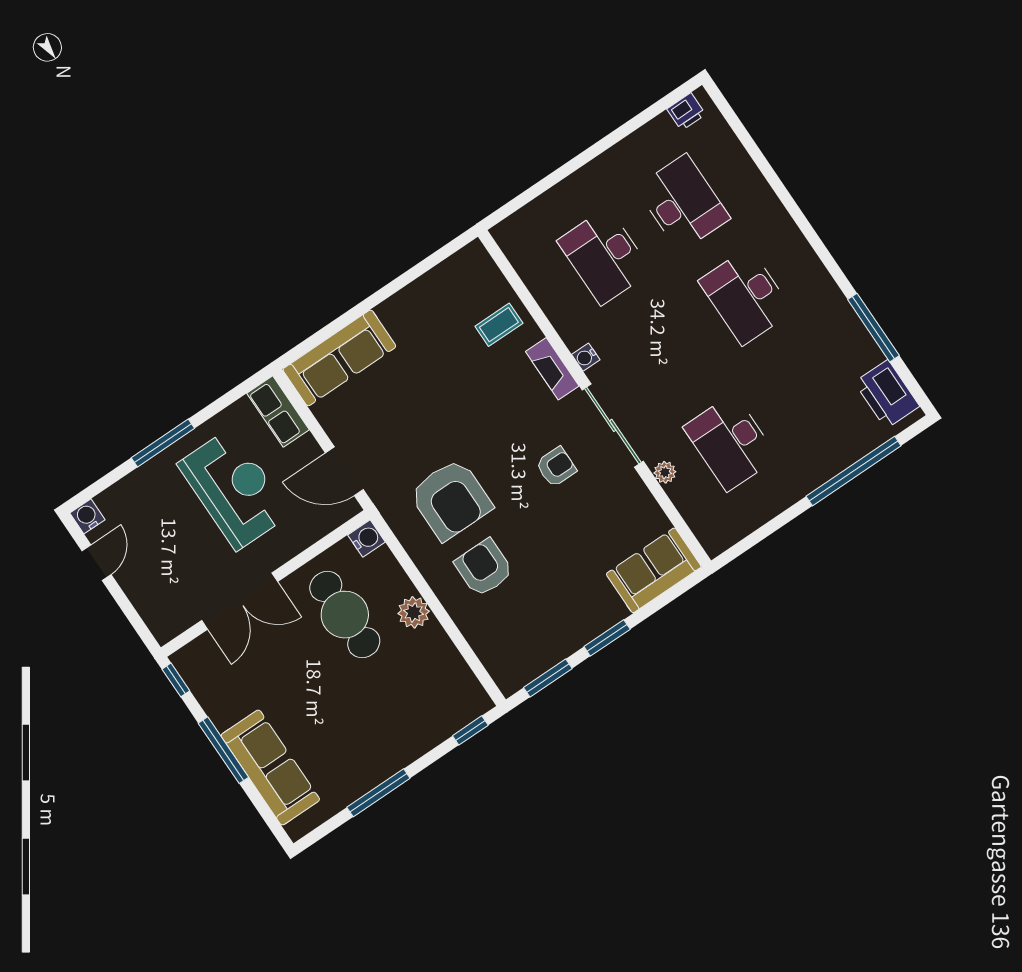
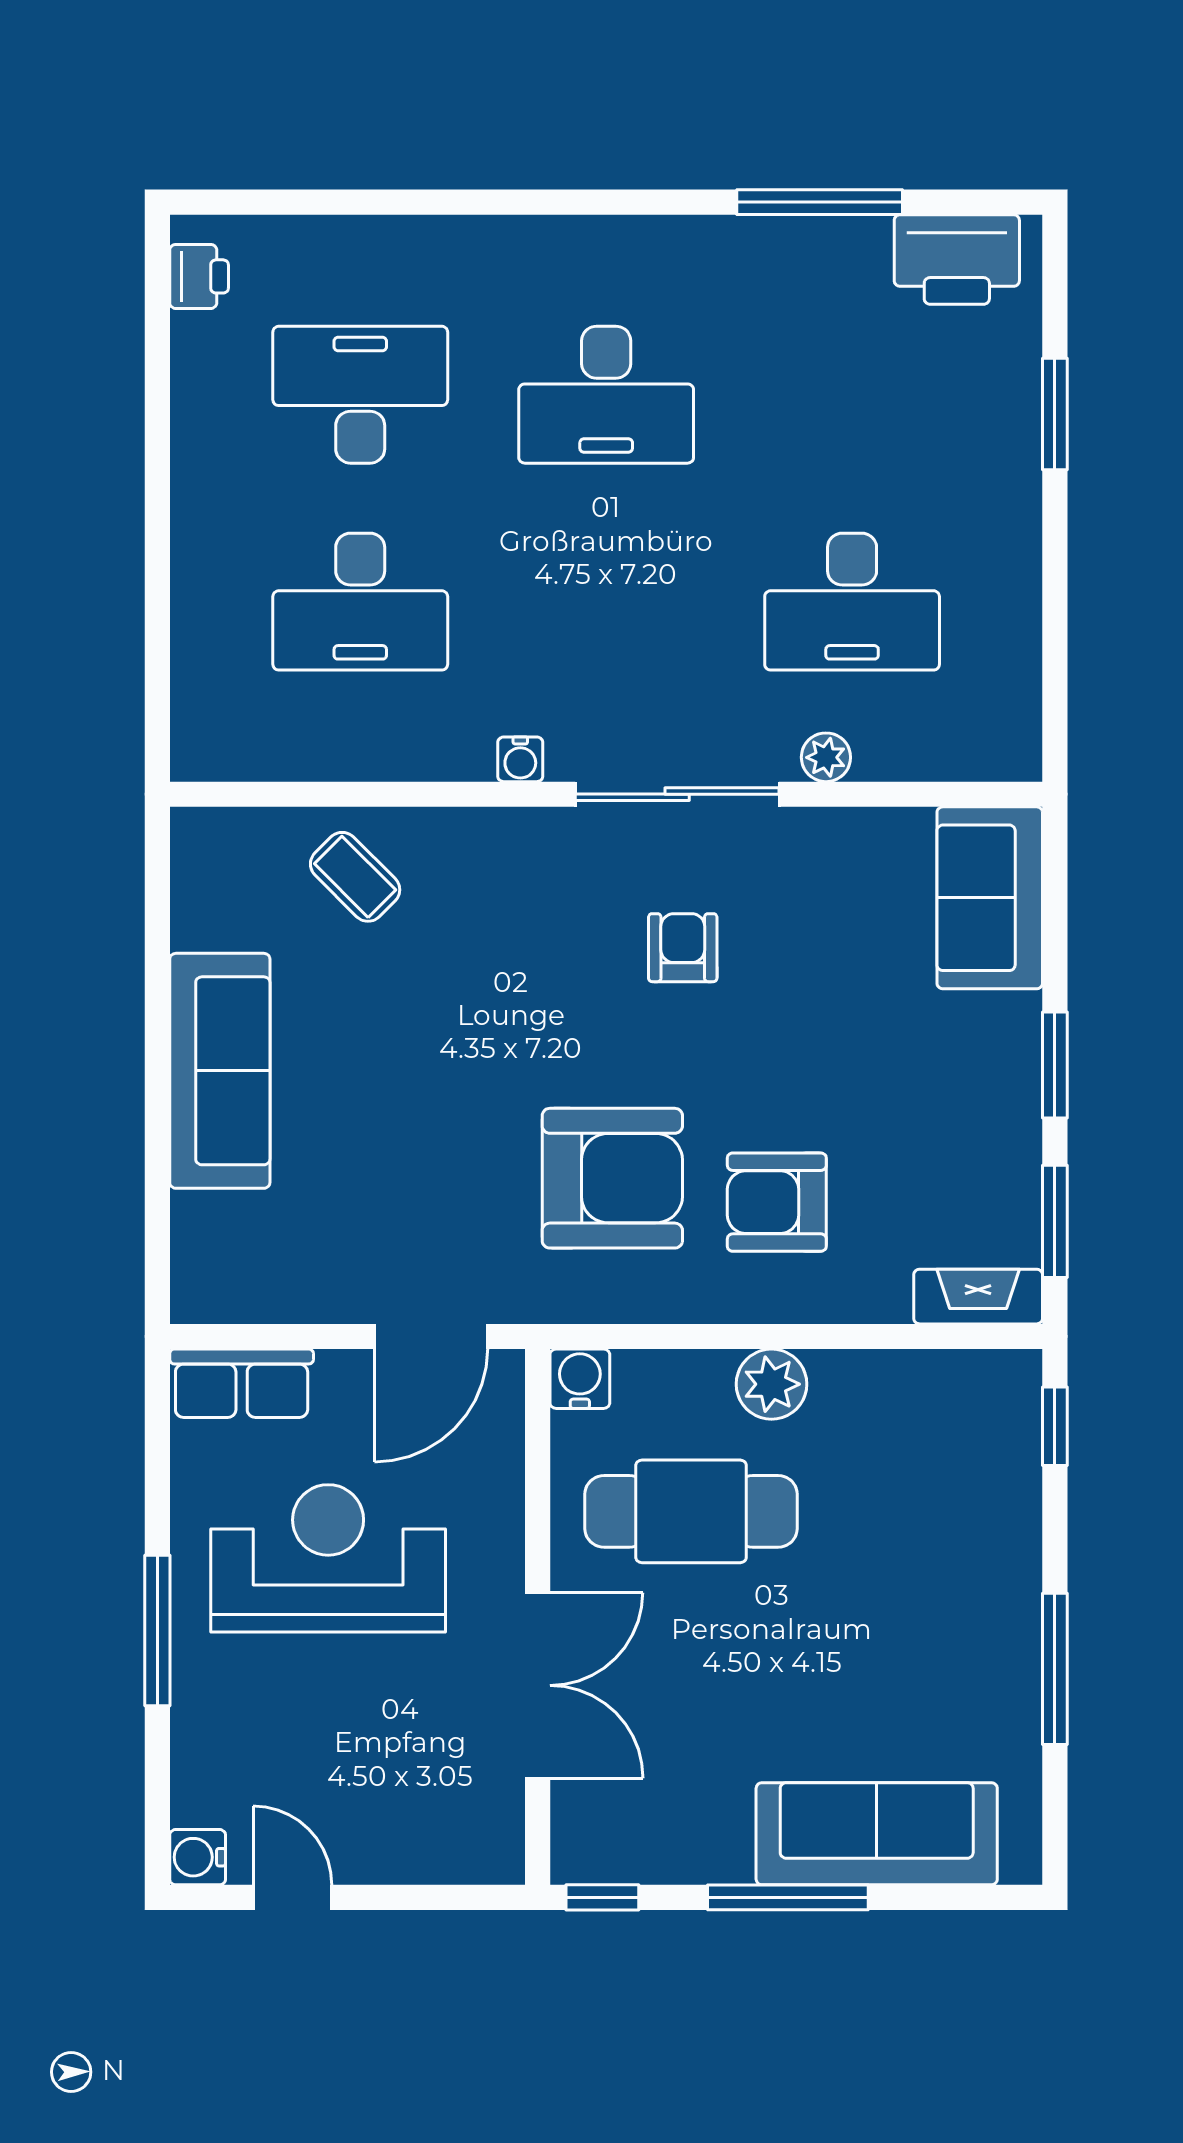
coffee table: (499, 325) -> (355, 877), turned -45
sofa: (339, 358) -> (220, 1071), moved
fireplace: (552, 369) -> (978, 1297), moved, turned 180
window: (854, 471) -> (1055, 414), width x0.47

